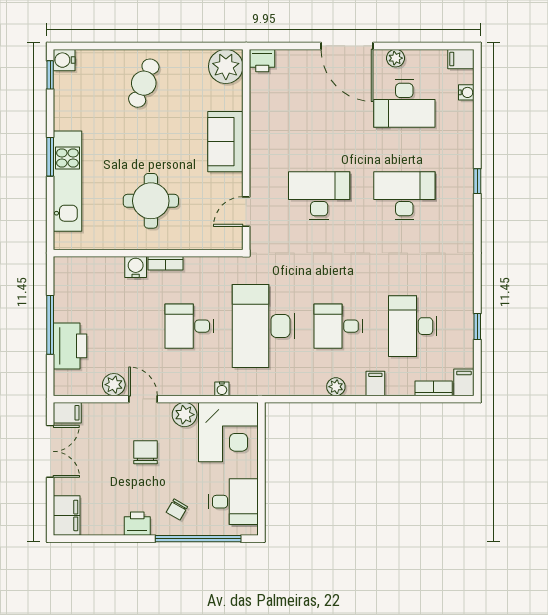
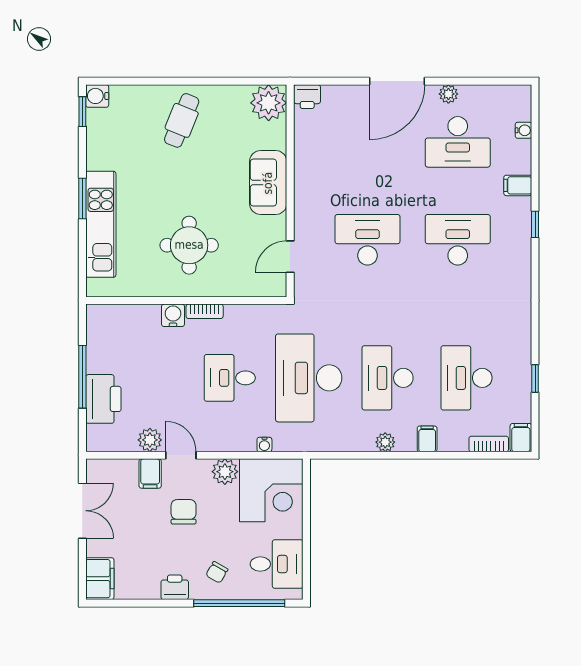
door: (347, 46) -> (397, 81), hinge flipped
filing cabinet: (461, 59) -> (518, 185), moved
desk: (338, 326) -> (388, 378), width x1.37
filing cabinet: (67, 413) -> (150, 474), moved, turned 90

